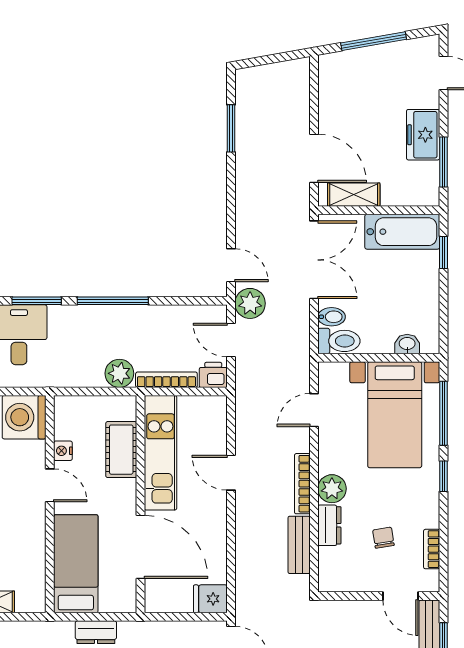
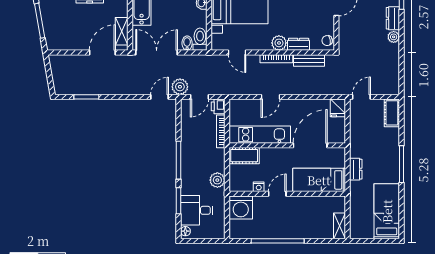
plant: (119, 373) -> (217, 180), moved
cot: (121, 450) -> (244, 156), moved
chair: (383, 538) -> (327, 41), moved

